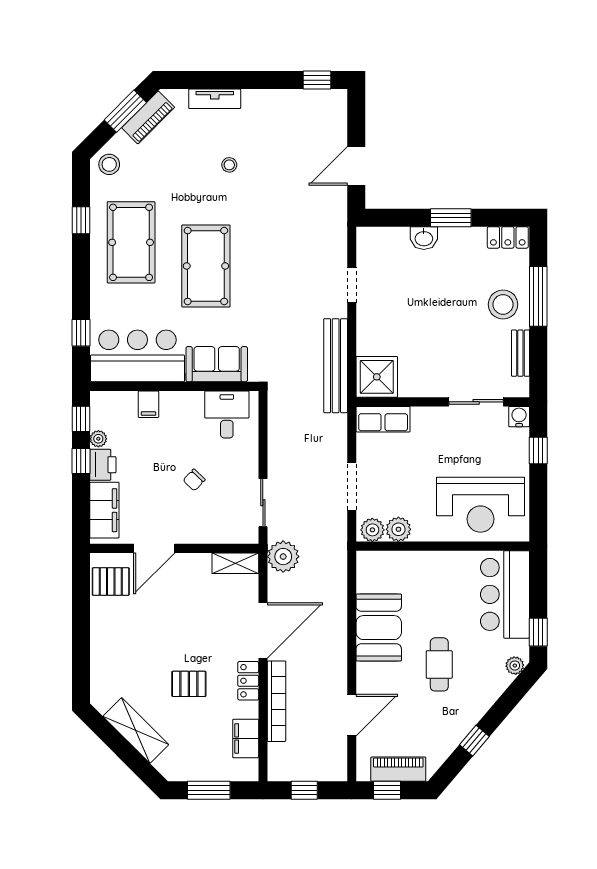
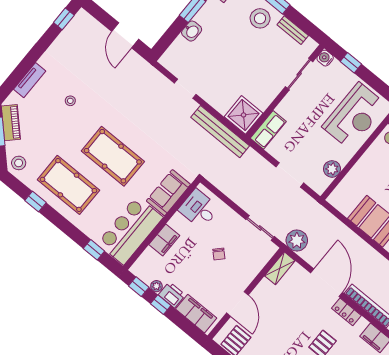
filing cabinet: (148, 404) -> (164, 240), width x2.00
plant: (372, 530) -> (321, 183), removed

